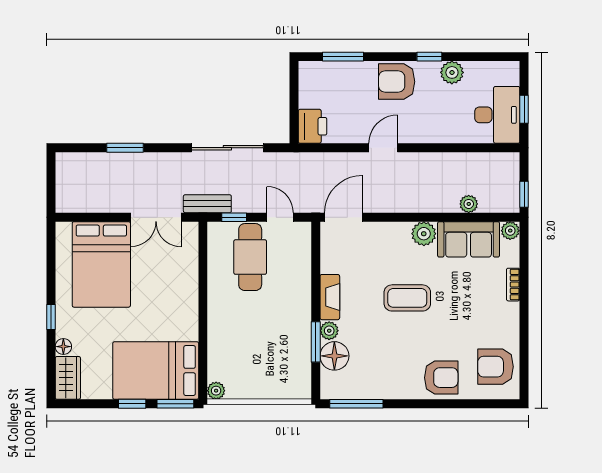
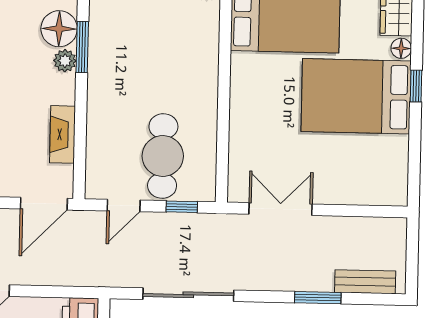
bench: (207, 204) -> (365, 282), moved
door: (280, 217) -> (124, 205), hinge flipped
bed: (101, 264) -> (356, 96), moved, turned -90
fireplace: (330, 297) -> (63, 134), moved

